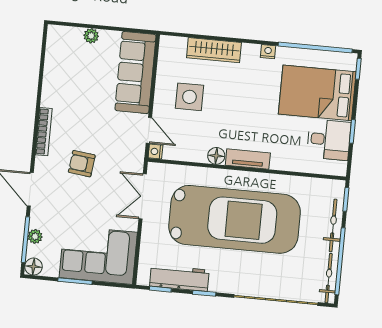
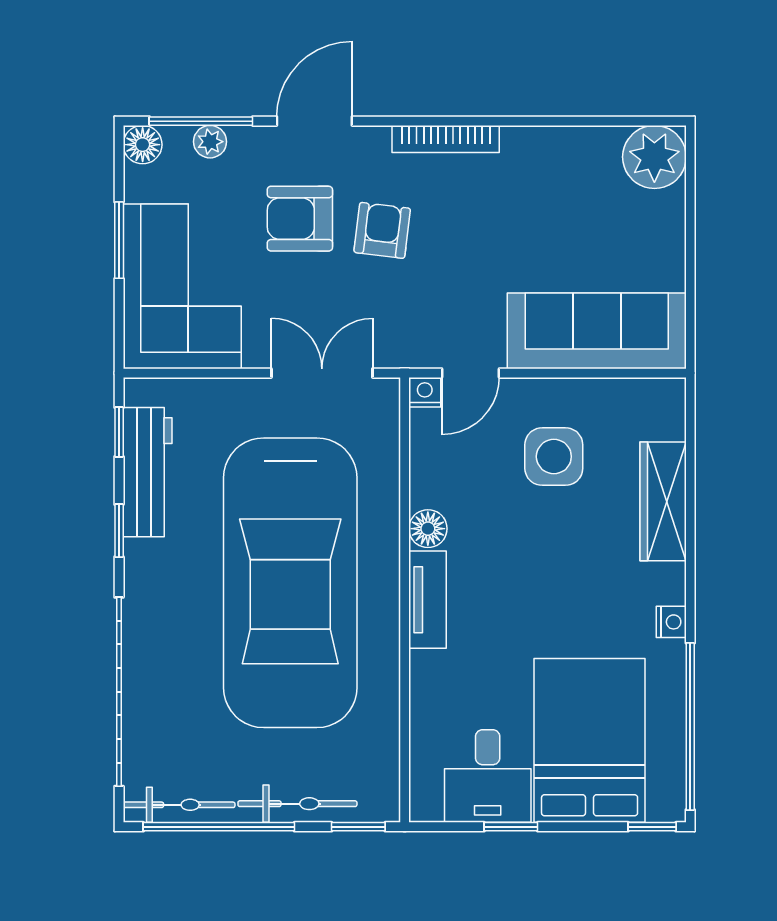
plant: (91, 36) -> (654, 157), moved, width x1.87, depth x1.87
armchair: (73, 200) -> (300, 219), added

